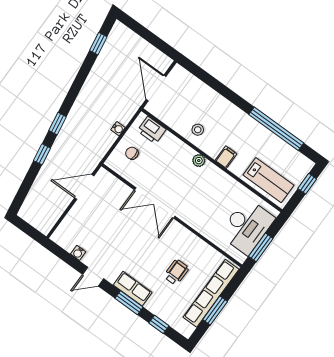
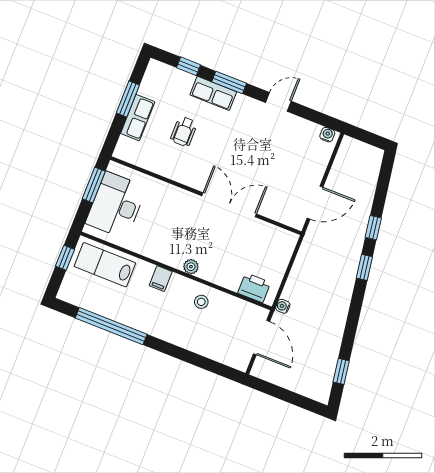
water cooler: (118, 129) -> (283, 306), moved
chair: (132, 153) -> (270, 255), removed
window: (307, 184) -> (65, 258), moved
water cooler: (78, 253) -> (327, 135), moved
row of seats: (133, 289) -> (213, 93), moved
row of seats: (211, 293) -> (138, 118), width x0.50

